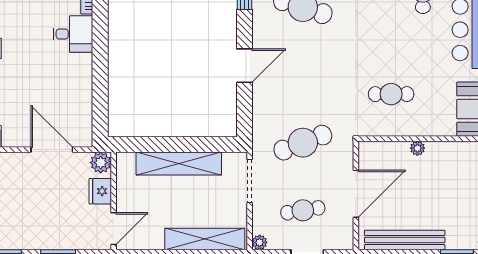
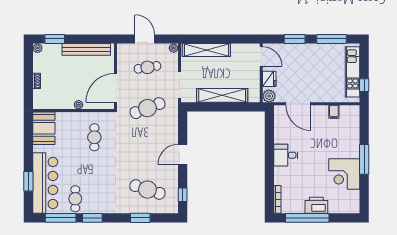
desk: (73, 34) -> (286, 155), moved
cafe table: (391, 94) -> (94, 137), turned 90
door: (356, 194) -> (116, 88), moved
door: (114, 229) -> (261, 56), swing flipped

